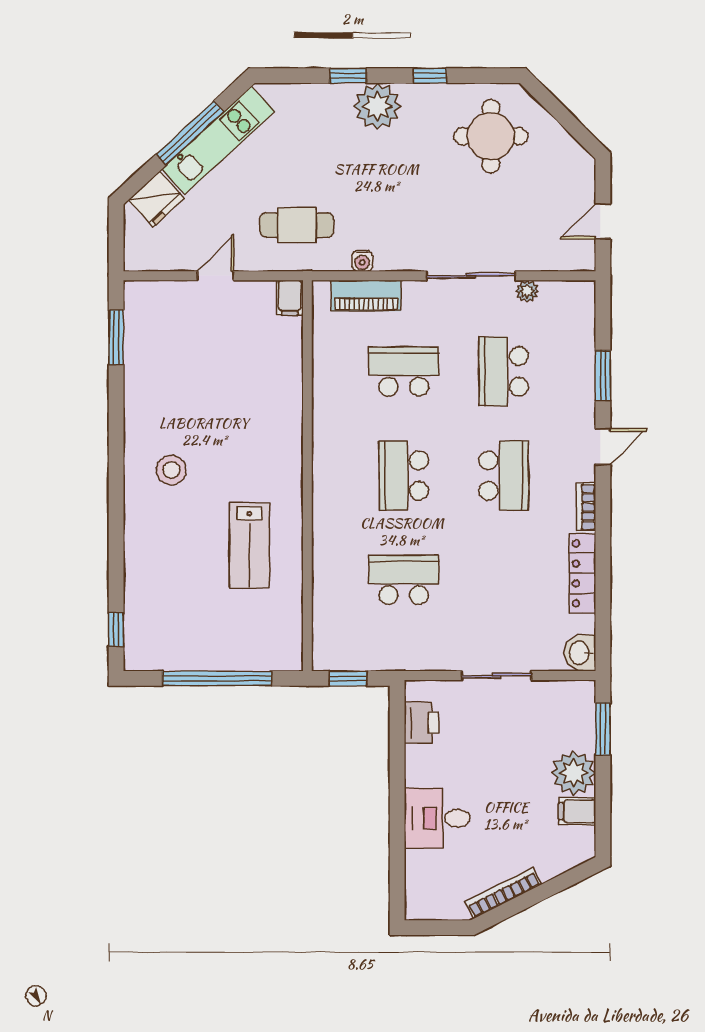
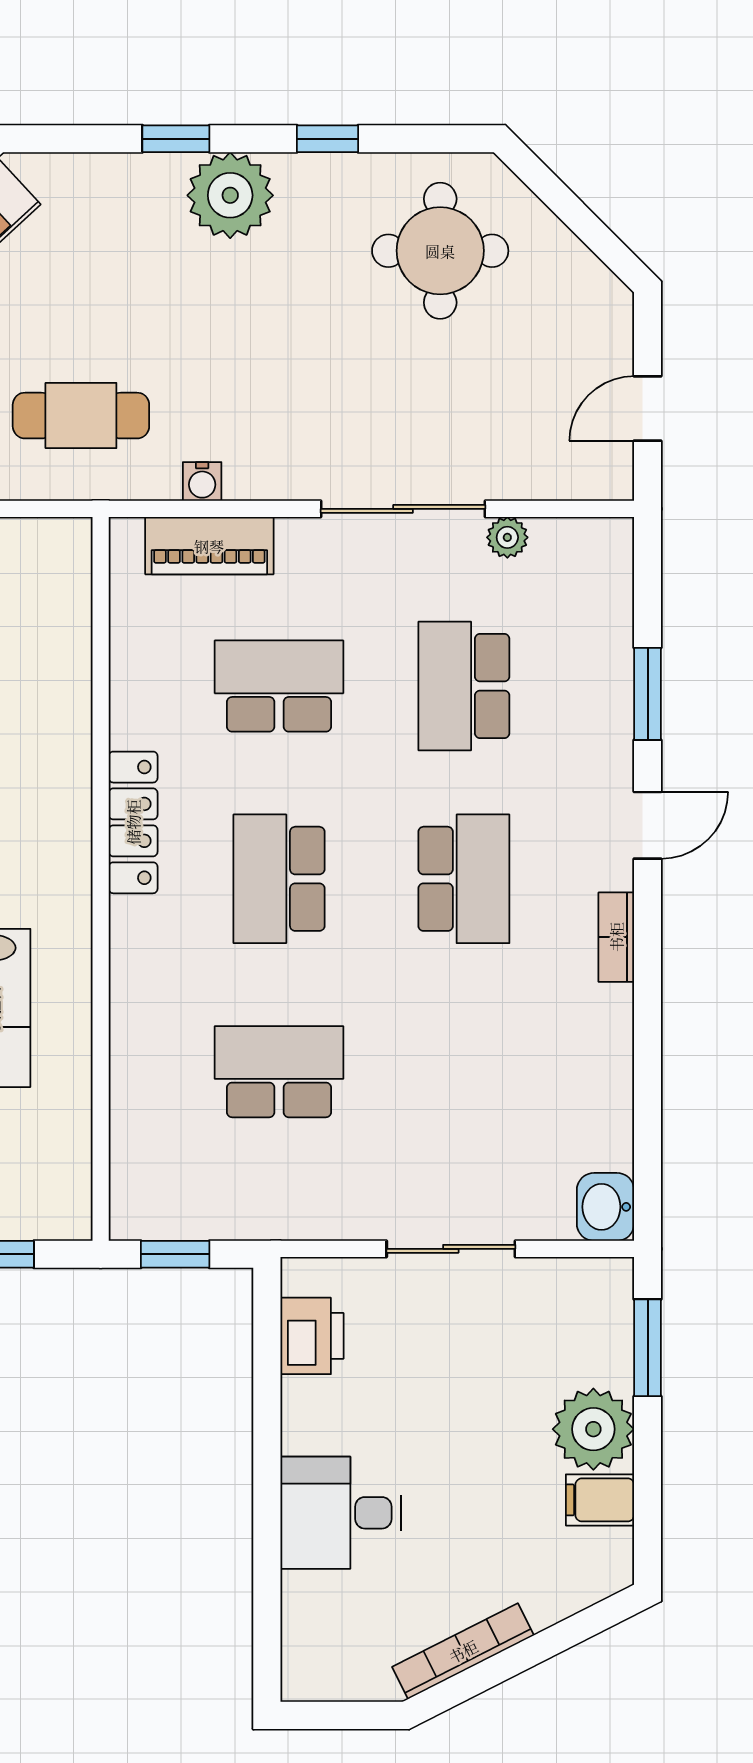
filing cabinet: (290, 298) -> (68, 550), removed
locker: (582, 574) -> (133, 822), moved, turned 180

